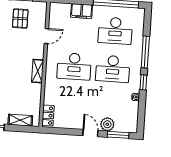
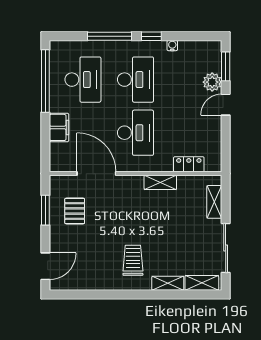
pallet: (20, 19) -> (75, 211), turned 90
door: (46, 36) -> (96, 174), width x1.88
shelving: (38, 71) -> (160, 182), moved
locker: (48, 116) -> (189, 164), moved

